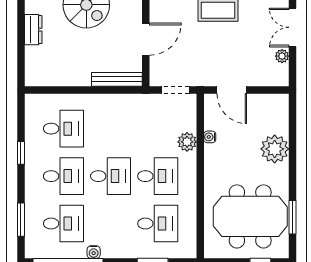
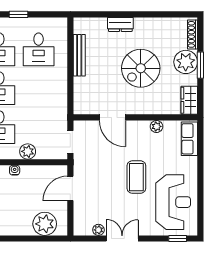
bench: (117, 79) -> (79, 55), moved
water cooler: (210, 137) -> (15, 170), moved
plant: (275, 149) -> (45, 224), moved

